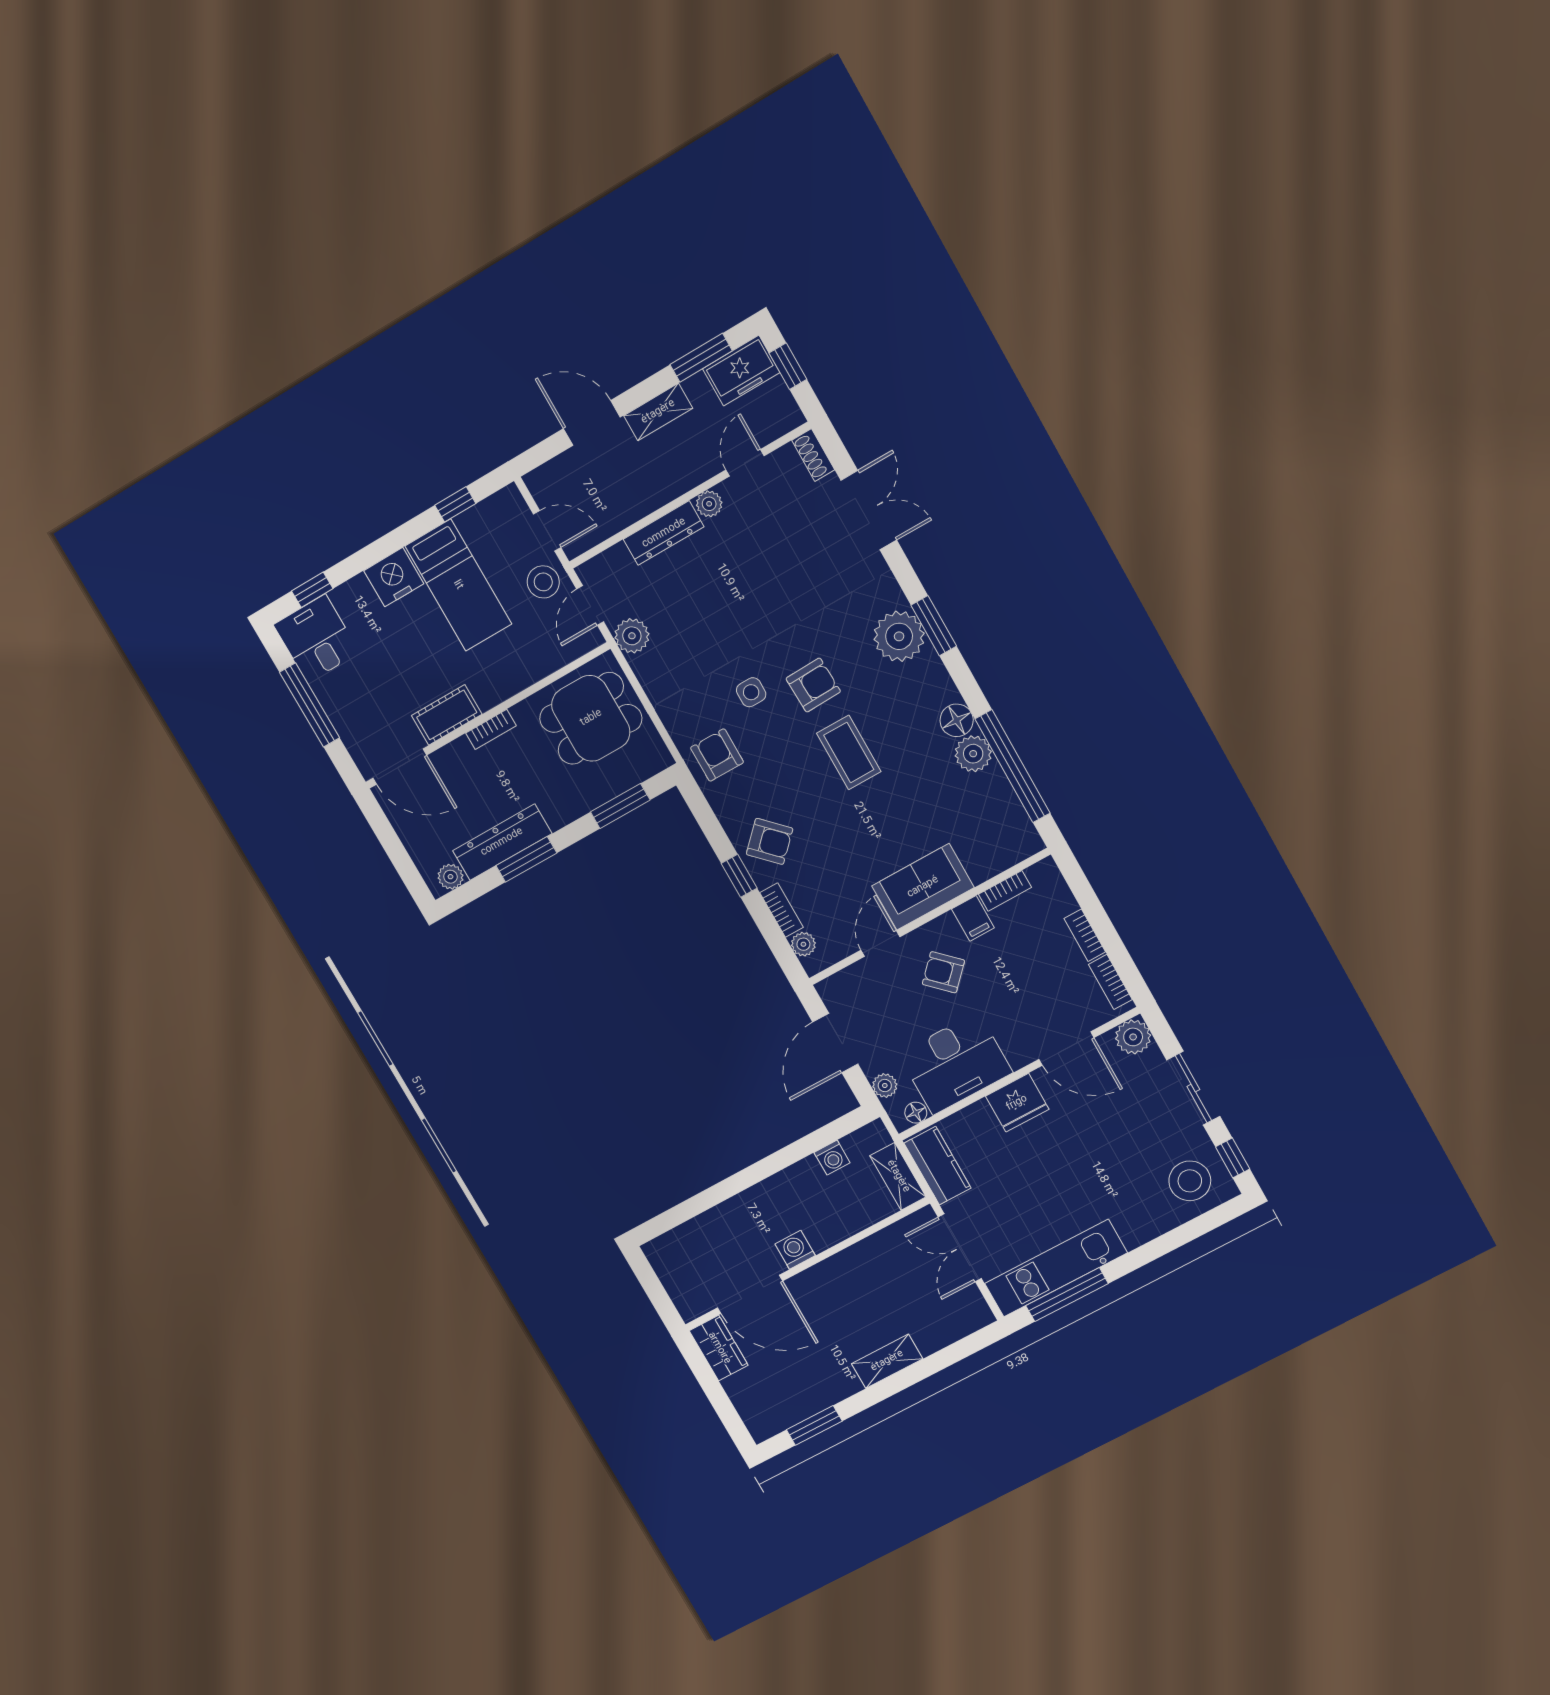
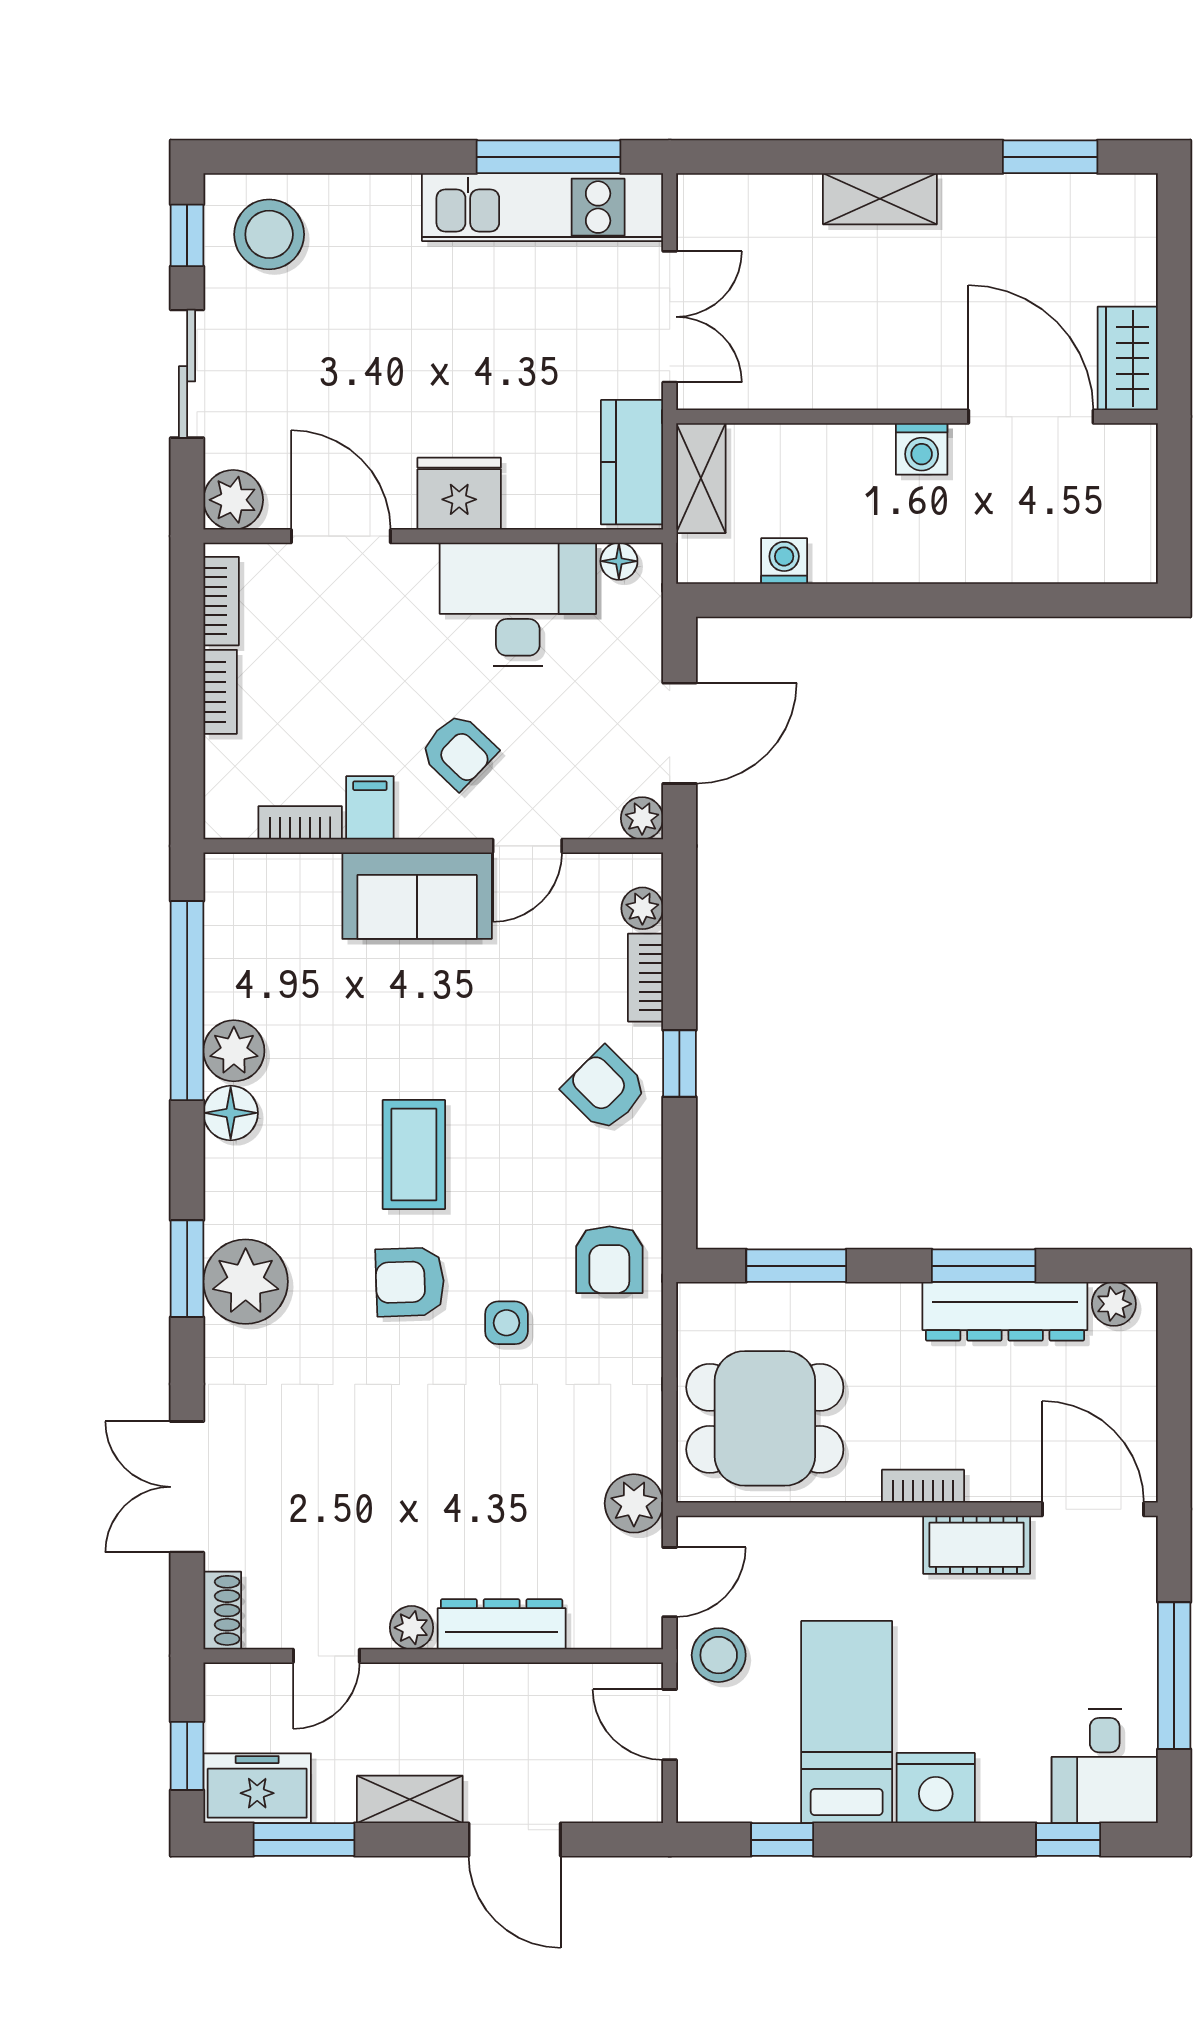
plant: (885, 1085) -> (642, 818), moved

